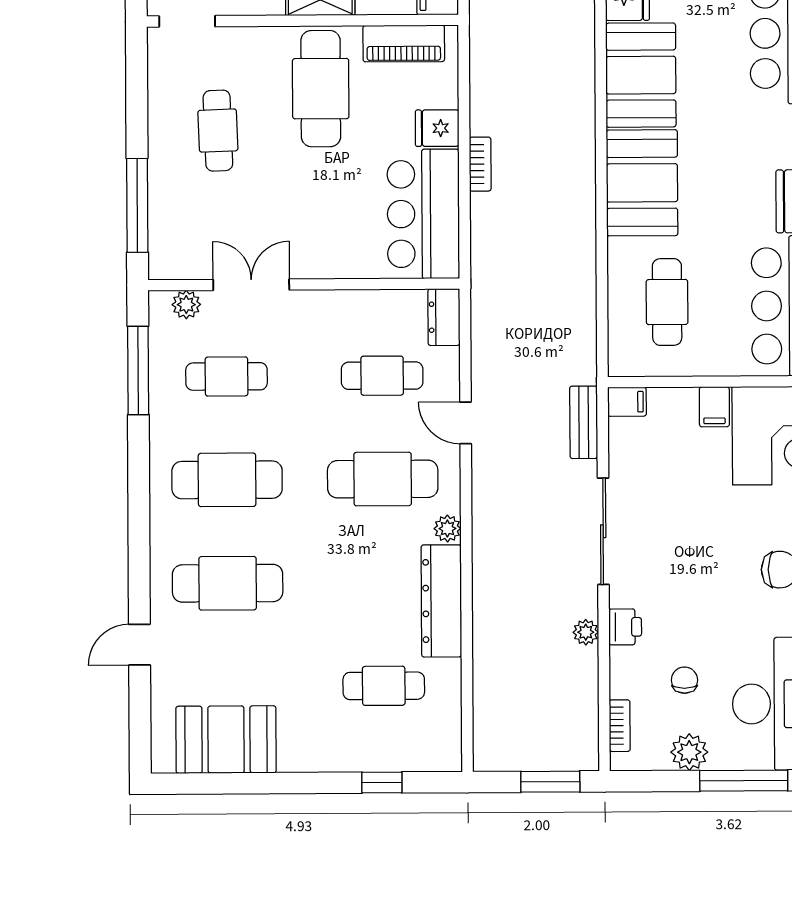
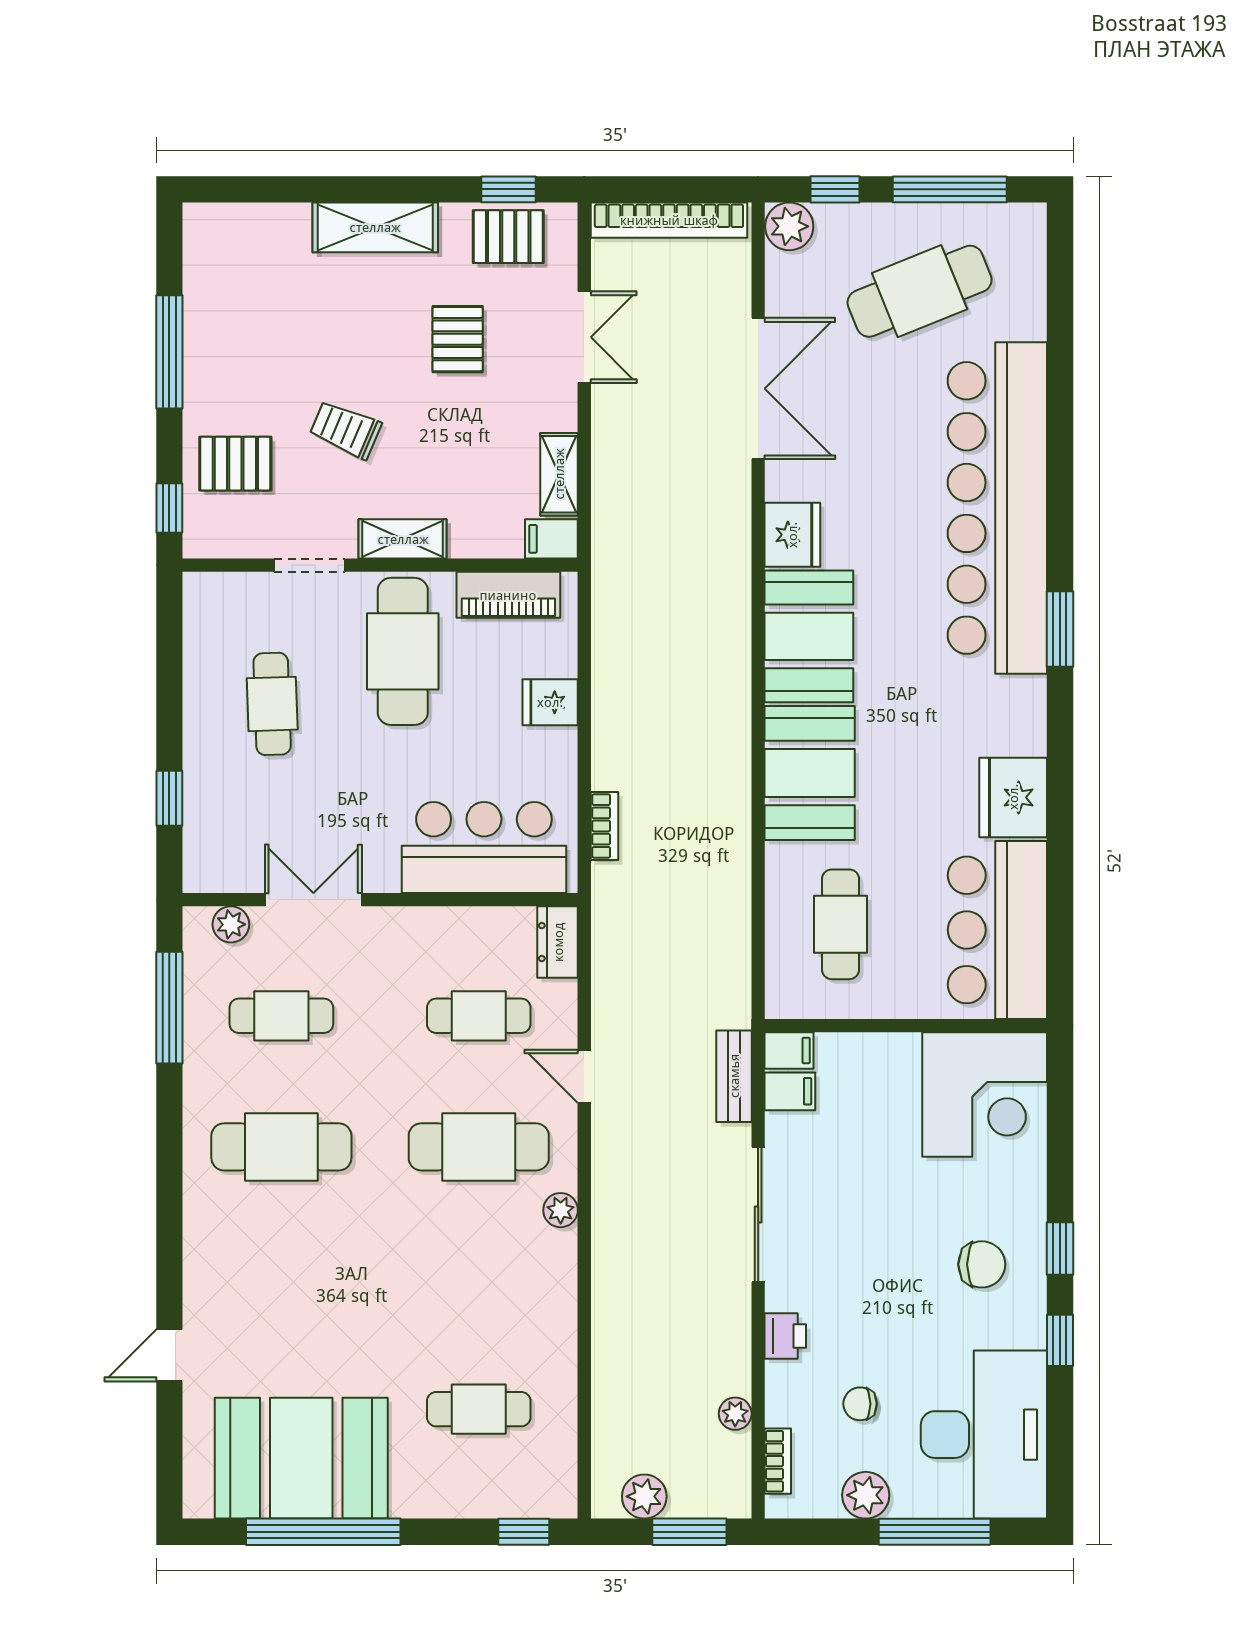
doorway: (187, 21) -> (310, 565), moved
bookcase: (480, 164) -> (604, 826), moved
window: (137, 205) -> (169, 798), width x0.46
bar counter: (423, 214) -> (484, 848), moved, turned 90
filing cabinet: (714, 407) -> (790, 1091), moved, turned -90
cafe table: (228, 583) -> (281, 1278), removed
dresser: (441, 601) -> (552, 1302), removed
plant: (586, 632) -> (735, 1414), moved
chair: (684, 680) -> (860, 1404), turned -90
booth: (226, 740) -> (301, 1458), width x1.36, depth x1.42
plant: (515, 754) -> (644, 1496), added
window: (262, 783) -> (323, 1532), added
window: (382, 783) -> (524, 1532), moved

